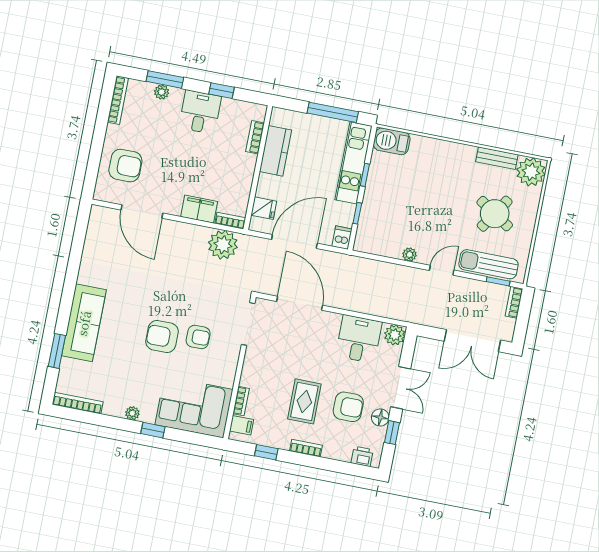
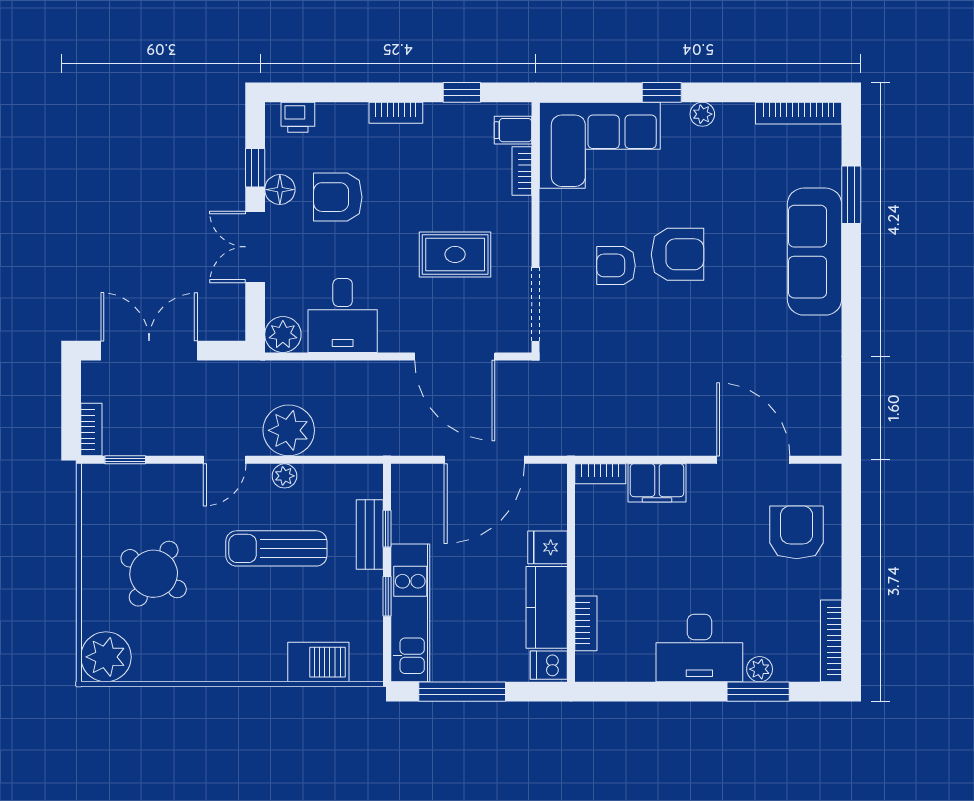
window: (222, 91) -> (658, 692), removed
desk: (200, 112) -> (699, 648), width x1.37
barbecue: (392, 141) -> (318, 662), moved
bench: (497, 158) -> (370, 534), moved, turned 90
armchair: (125, 166) -> (797, 532), turned 90
fridge: (264, 208) -> (547, 547), moved
dishwasher: (342, 238) -> (549, 665), moved, turned 90
plant: (223, 245) -> (289, 430), moved
sun lounger: (489, 264) -> (276, 548), moved, turned 180
rug: (304, 401) -> (455, 254), moved, turned 90

